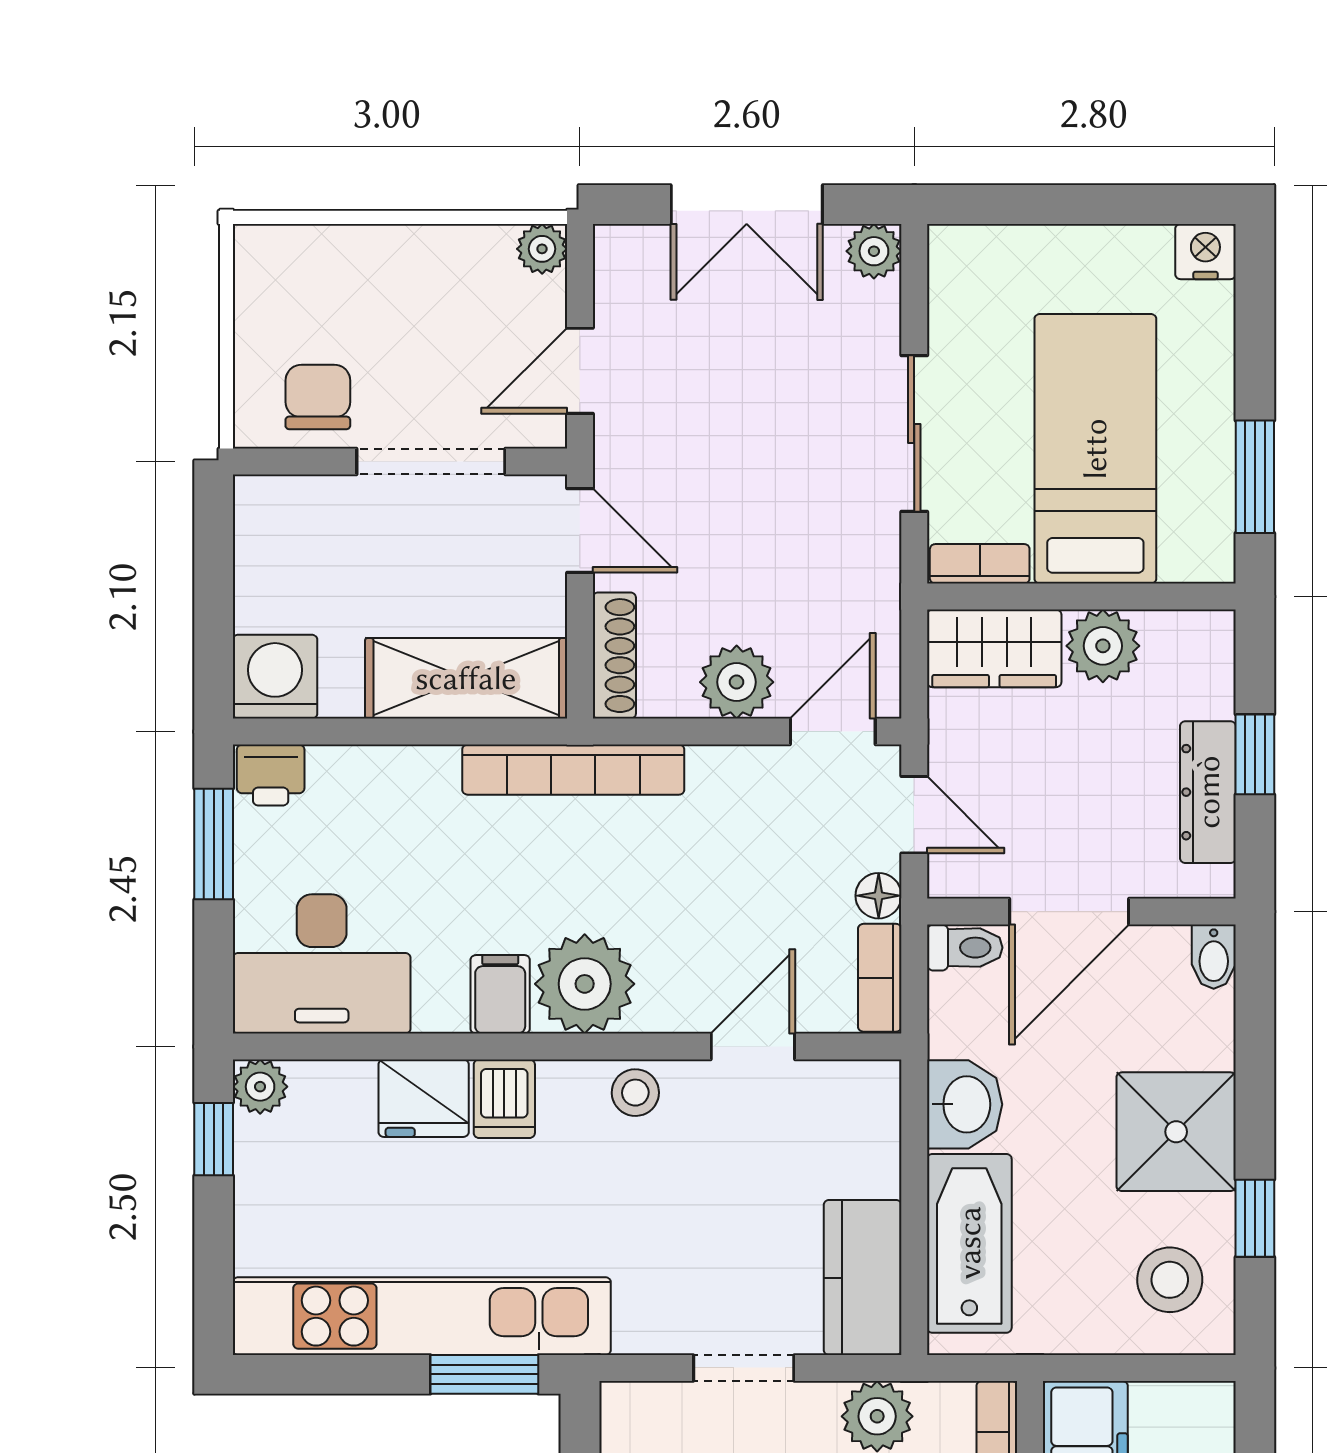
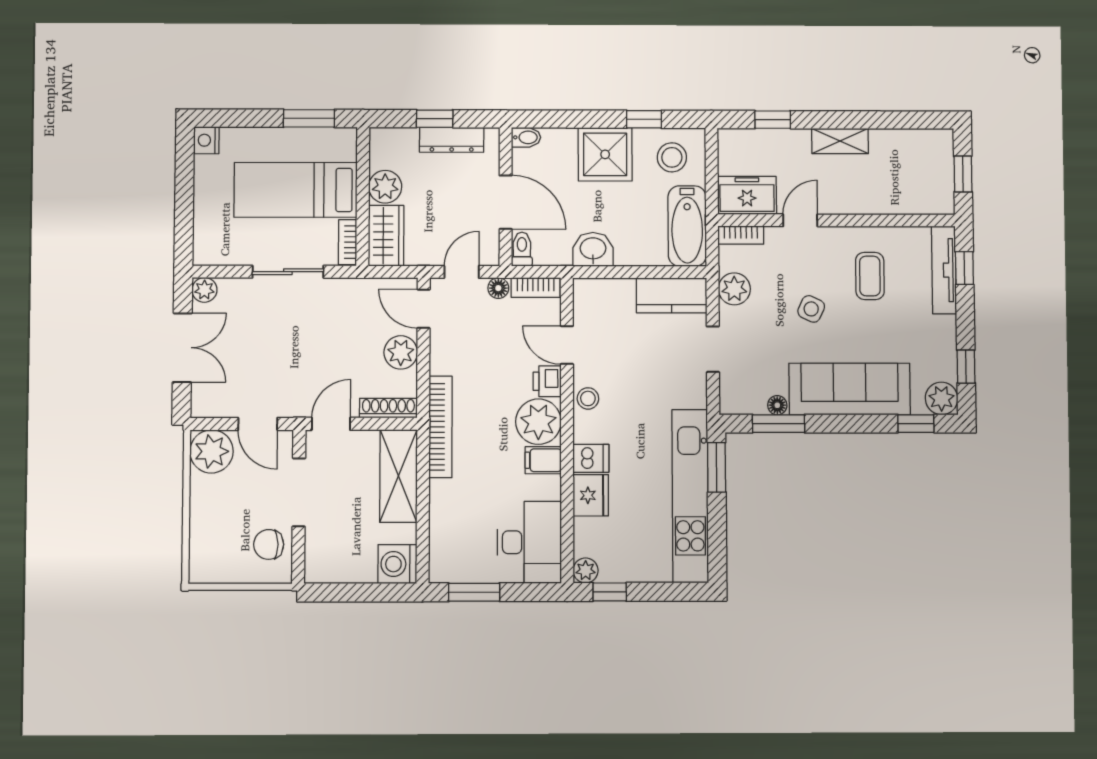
plant: (542, 249) -> (212, 451), width x1.87, depth x1.87
printer: (271, 775) -> (547, 381), moved, turned 180
bathtub: (969, 1243) -> (687, 226), moved, turned -90

